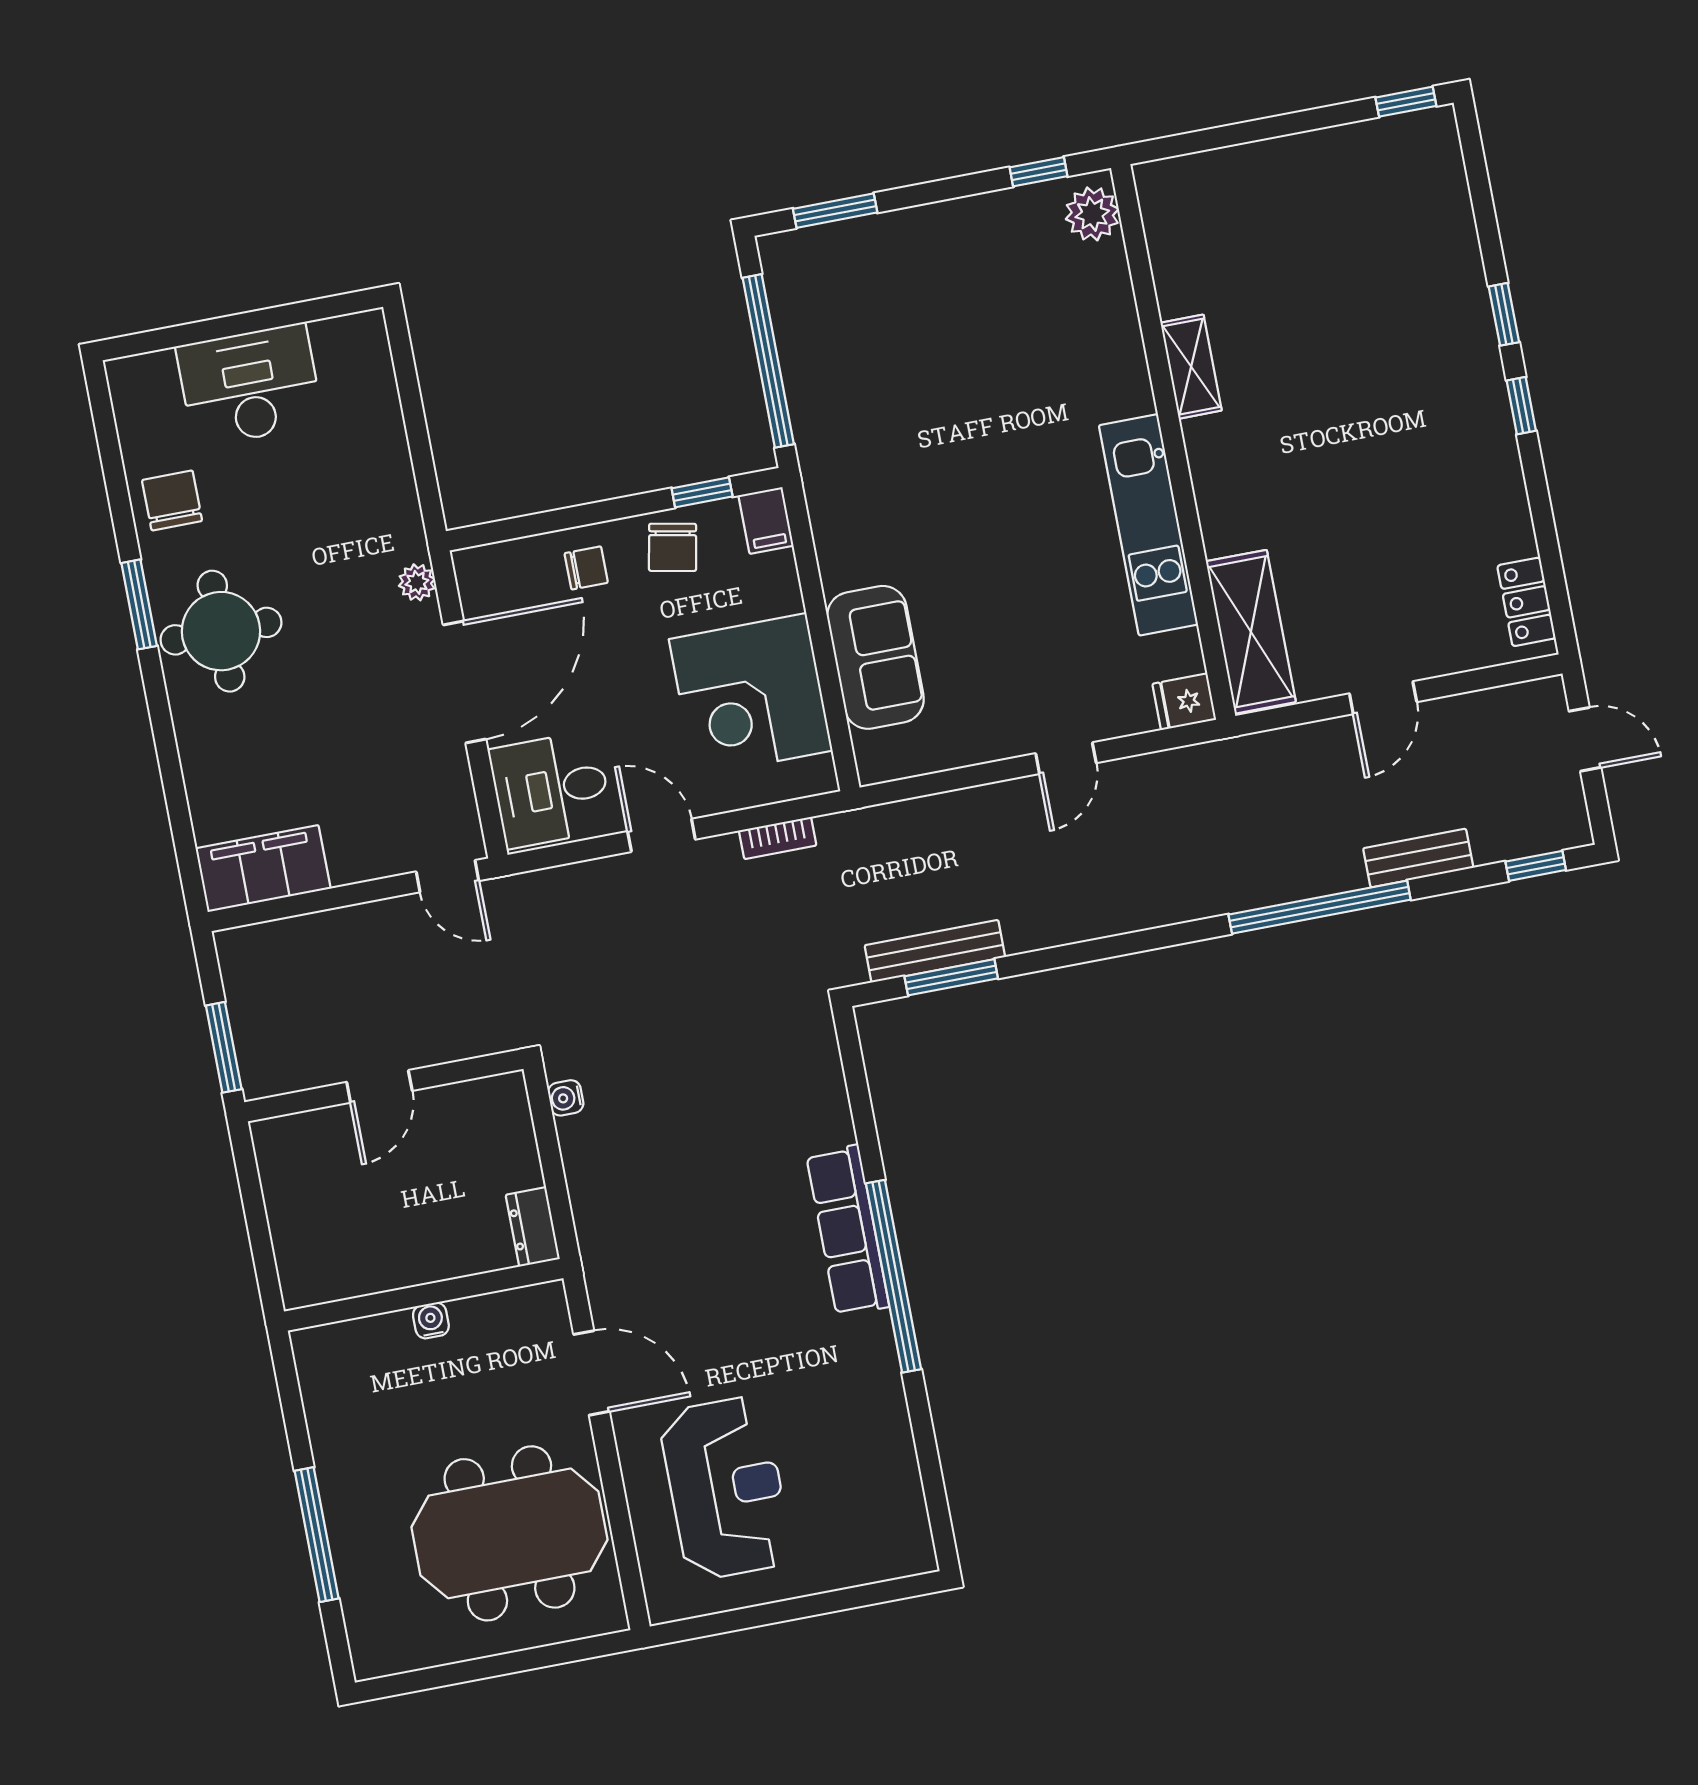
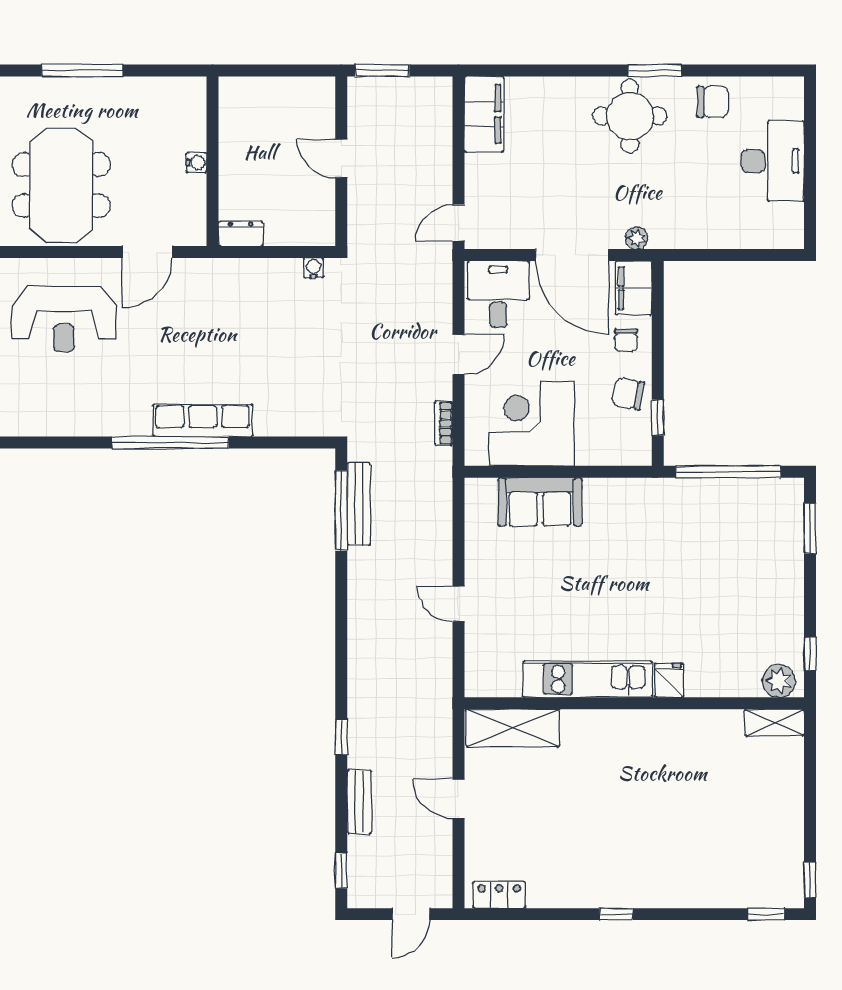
window: (1504, 314) -> (766, 914), moved
shelving: (1191, 367) -> (775, 722), moved
filing cabinet: (766, 521) -> (634, 288), moved, width x2.00
fridge: (1184, 702) -> (669, 680), moved
window: (1320, 907) -> (341, 737), width x0.32
window: (951, 977) -> (341, 511), width x1.44

